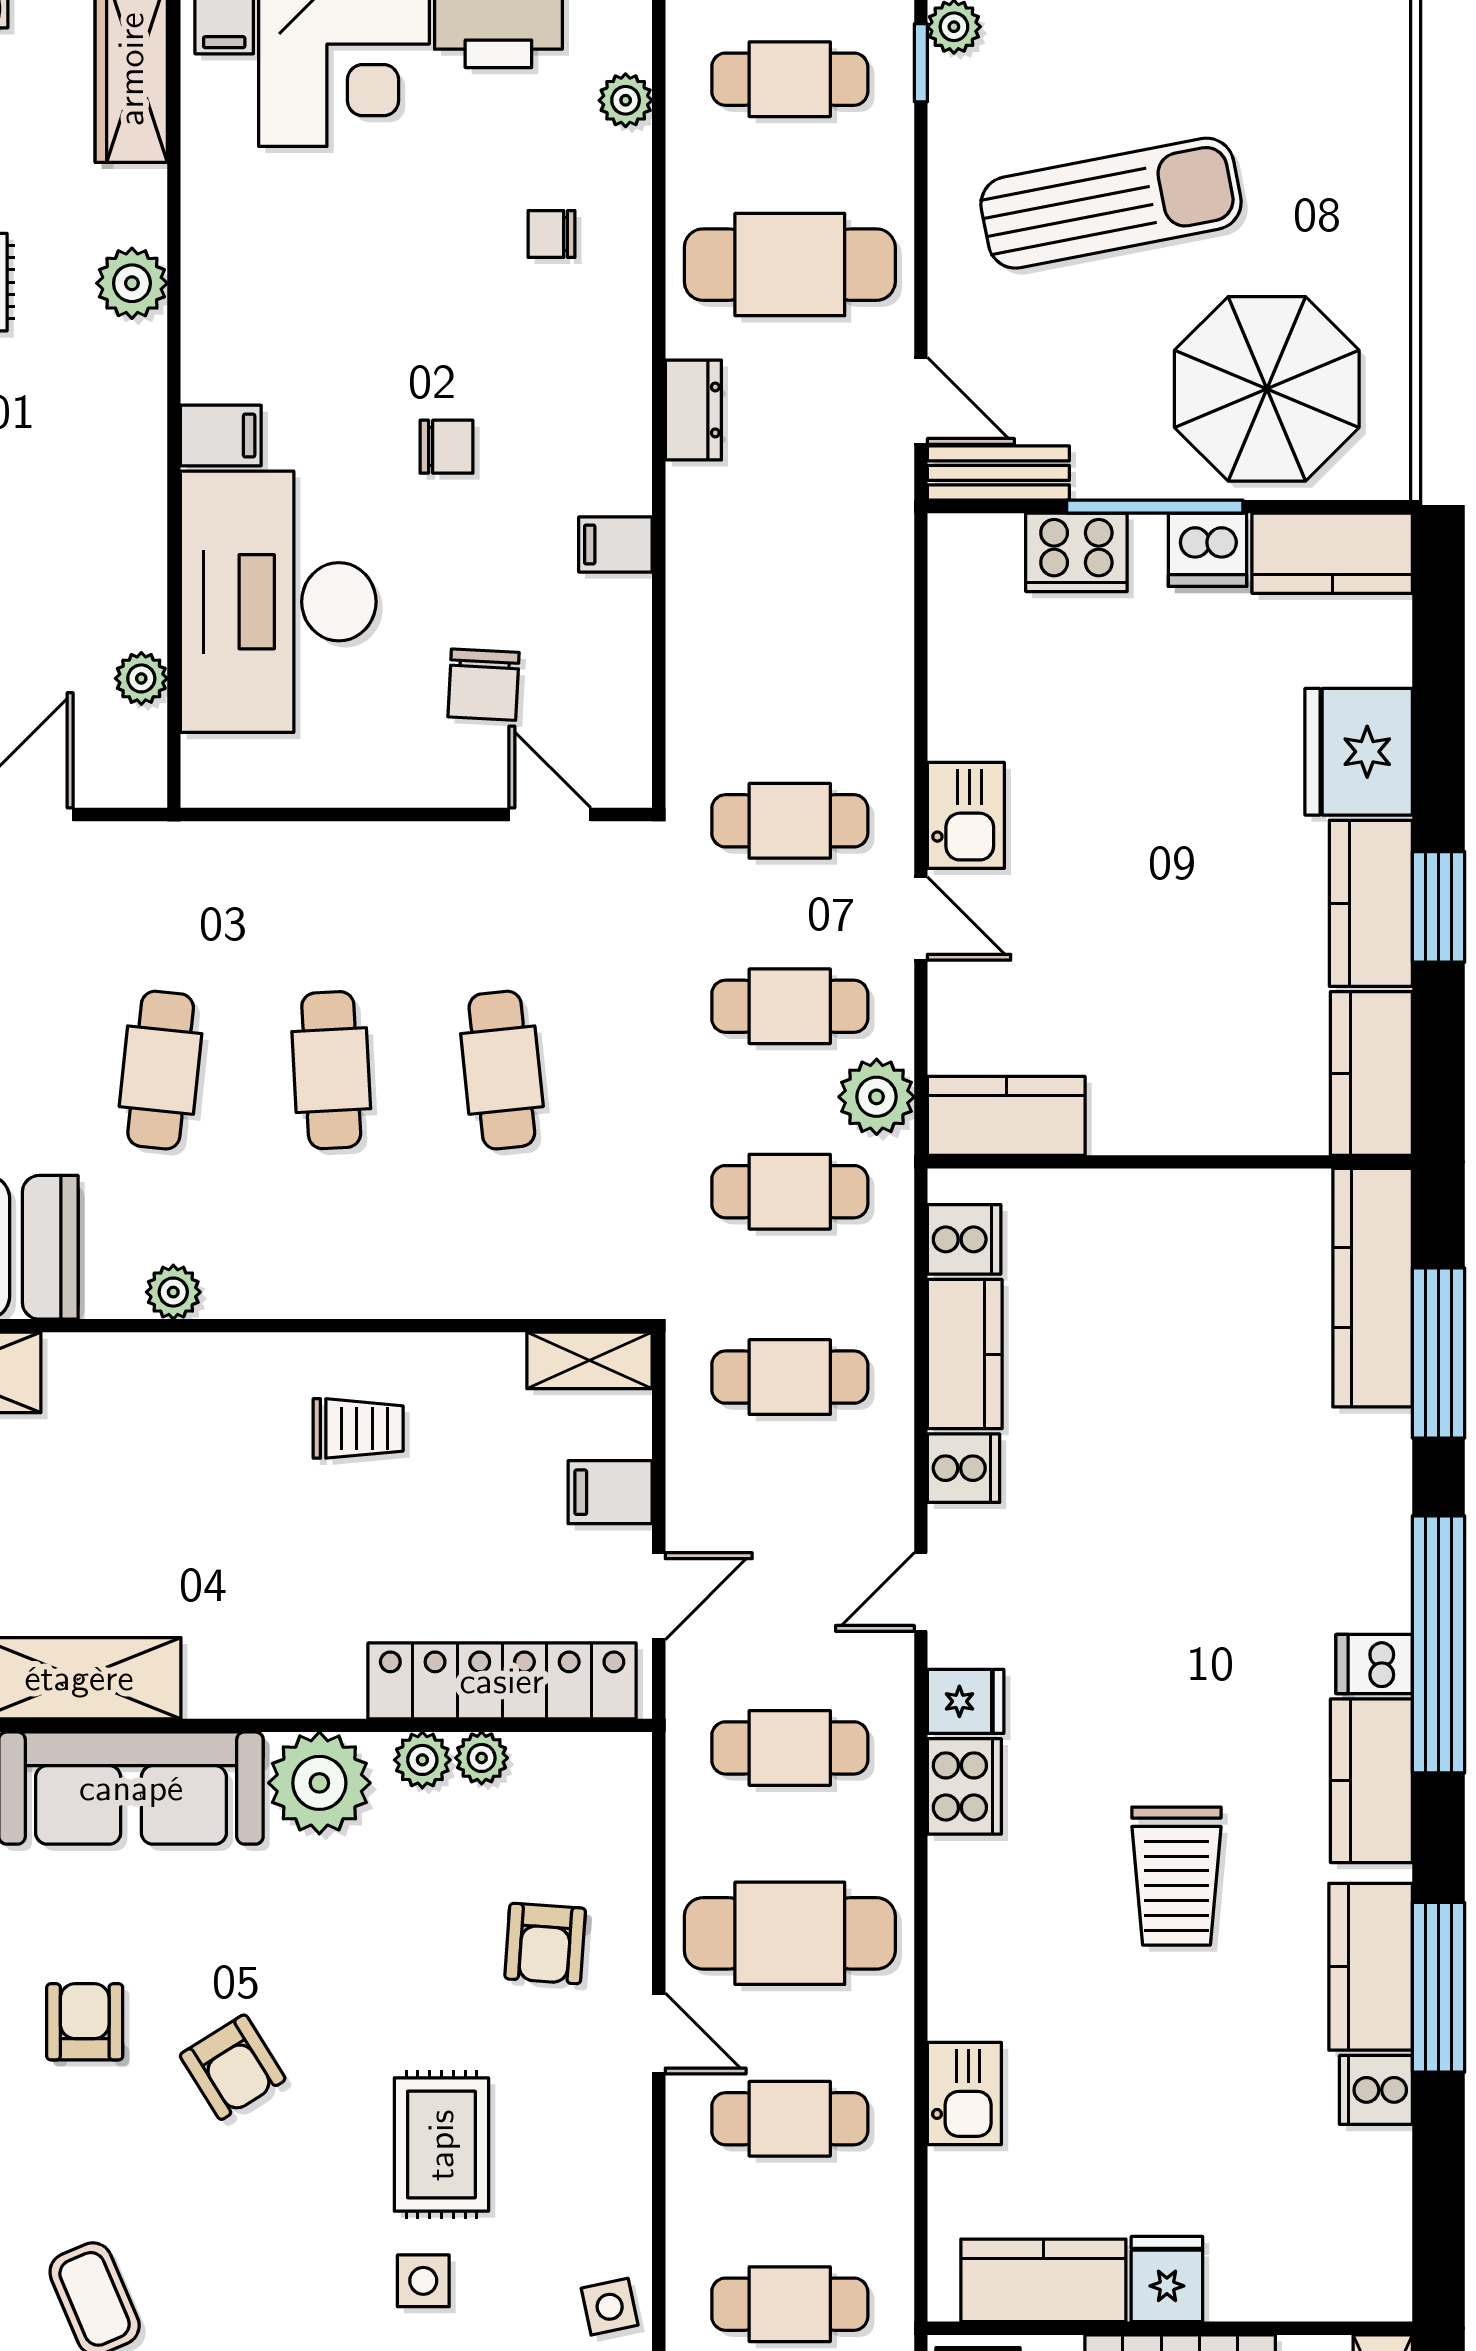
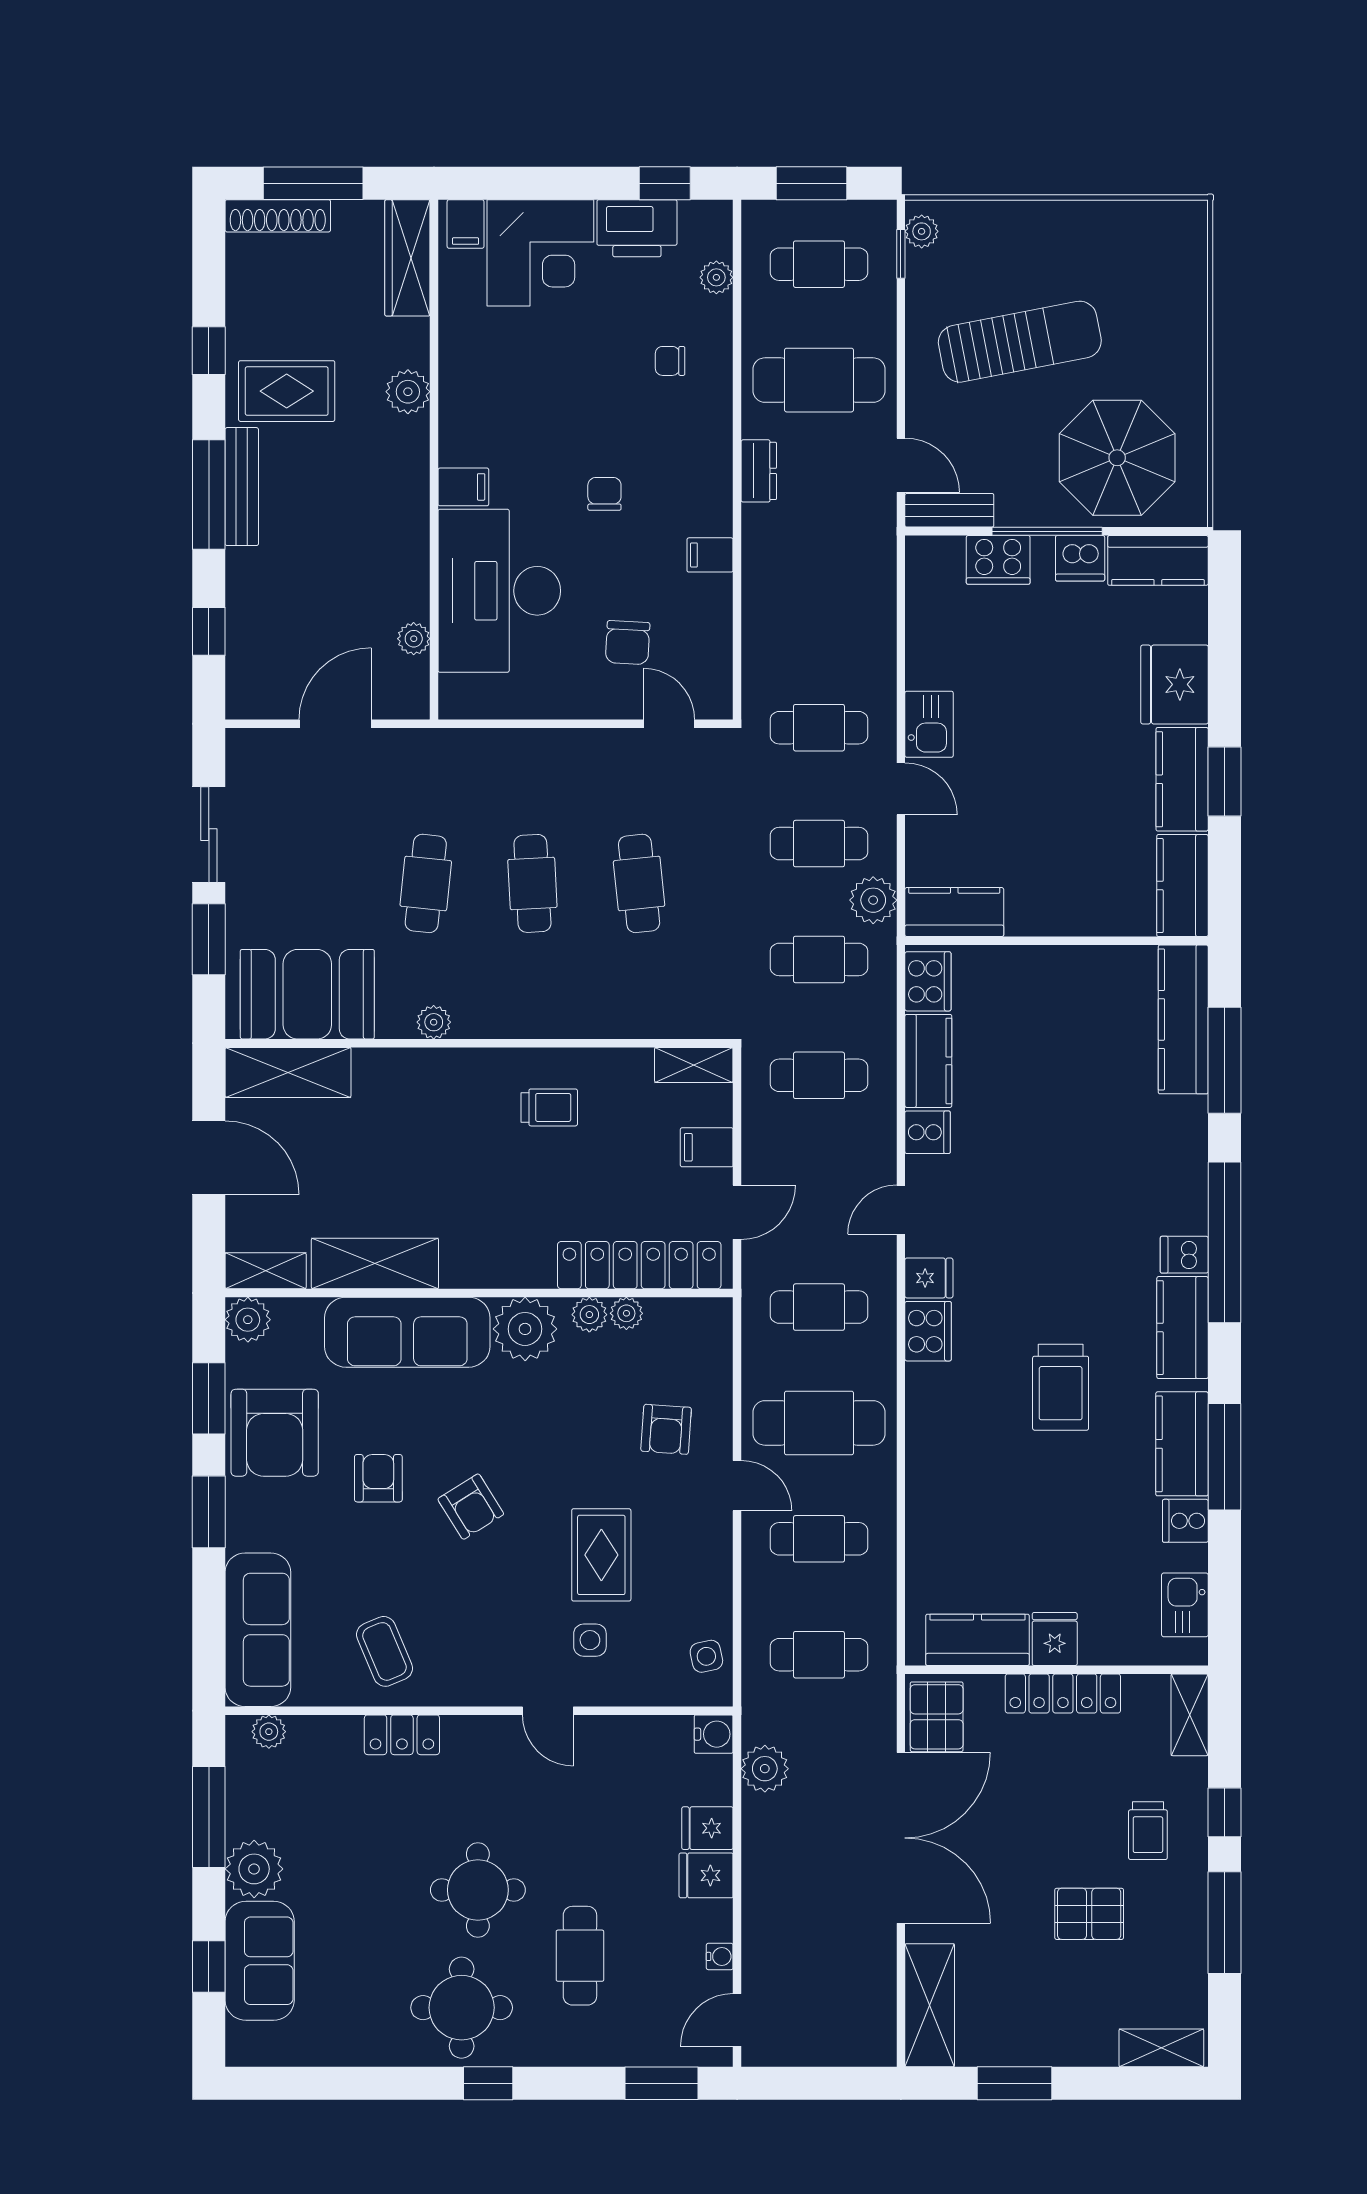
chair: (447, 447) -> (604, 494), turned -90
cooker: (964, 1239) -> (928, 981), width x1.36
kitchen sink: (964, 2093) -> (1185, 1605), moved, turned 180

